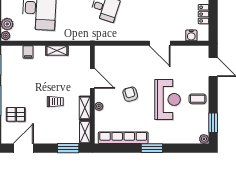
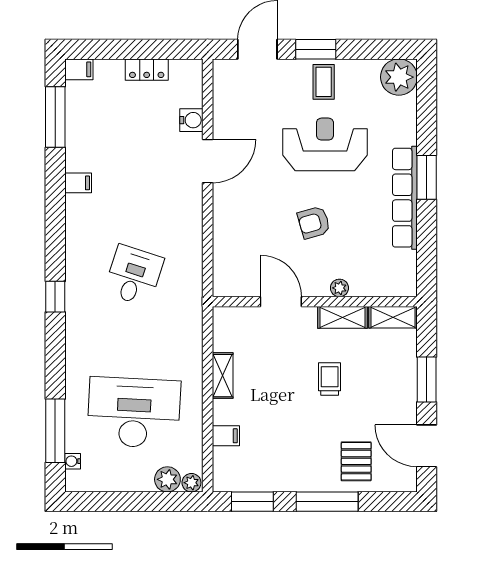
water cooler: (191, 35) -> (191, 120), moved
door: (92, 78) -> (281, 302), hinge flipped
window: (213, 123) -> (316, 49), moved
row of seats: (123, 138) -> (405, 198), moved
plant: (204, 139) -> (399, 77), width x1.87, depth x1.87
window: (68, 148) -> (427, 379), moved

